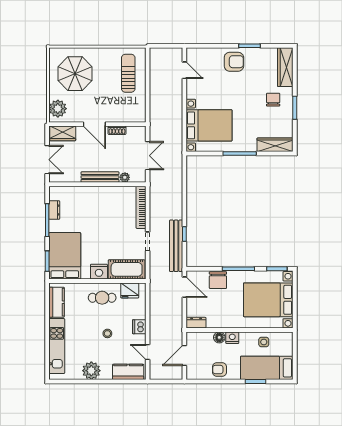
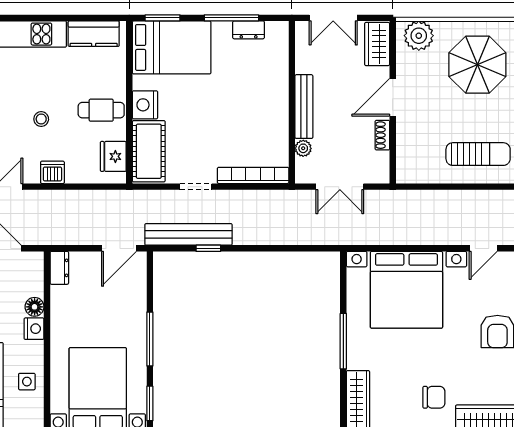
bed with nightstands: (209, 125) -> (406, 290), width x1.36
chair: (218, 280) -> (131, 305), removed
cafe table: (102, 298) -> (101, 110), turned 90

